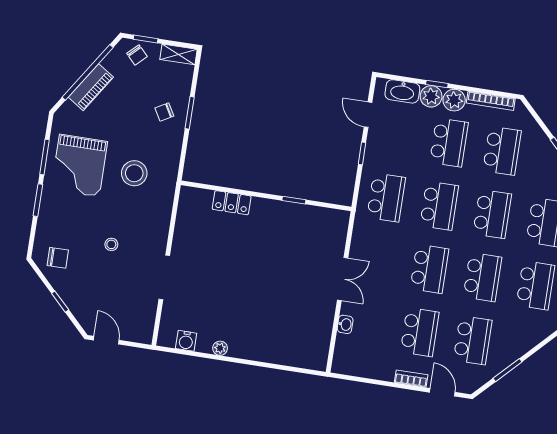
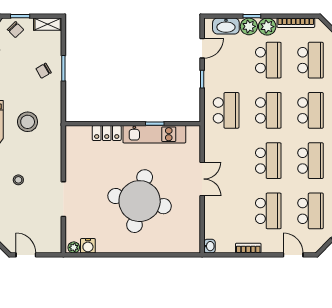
door: (368, 115) -> (202, 48), swing flipped
kitchen unit: (291, 213) -> (154, 134), added
round table: (260, 295) -> (140, 201), added
washbasin: (345, 324) -> (210, 246), moved
plant: (220, 348) -> (74, 247), moved
bookcase: (411, 379) -> (248, 248), moved

